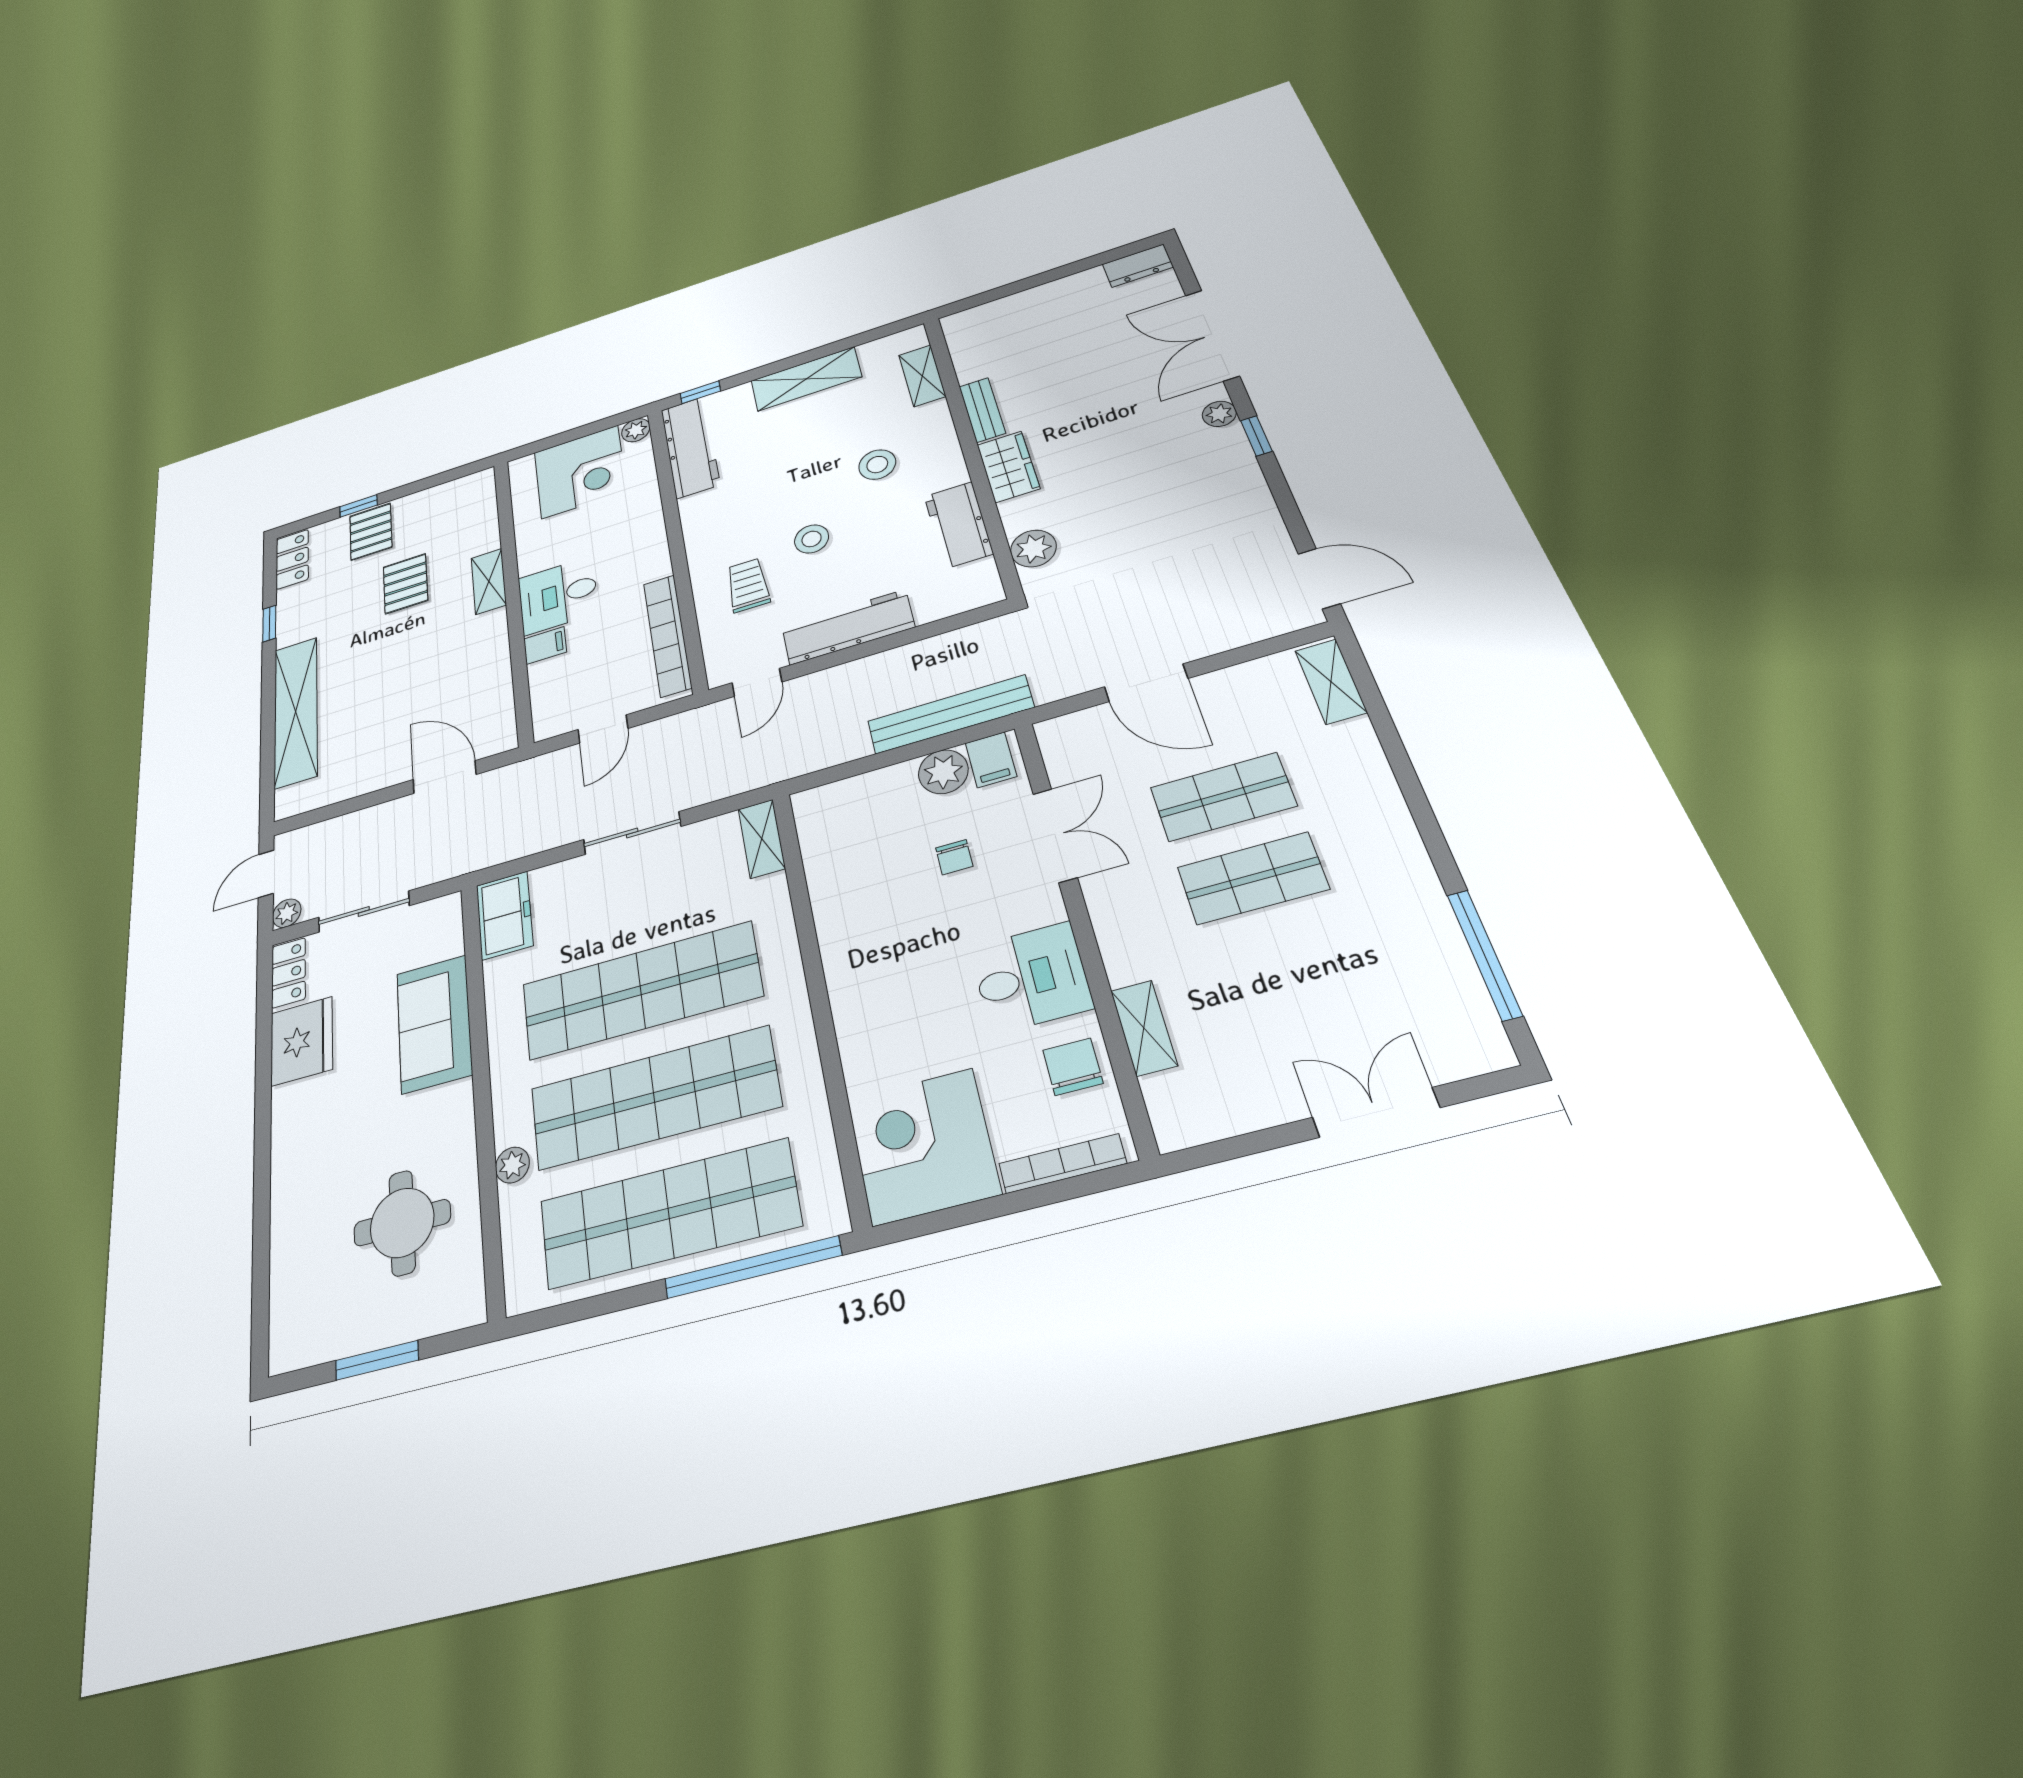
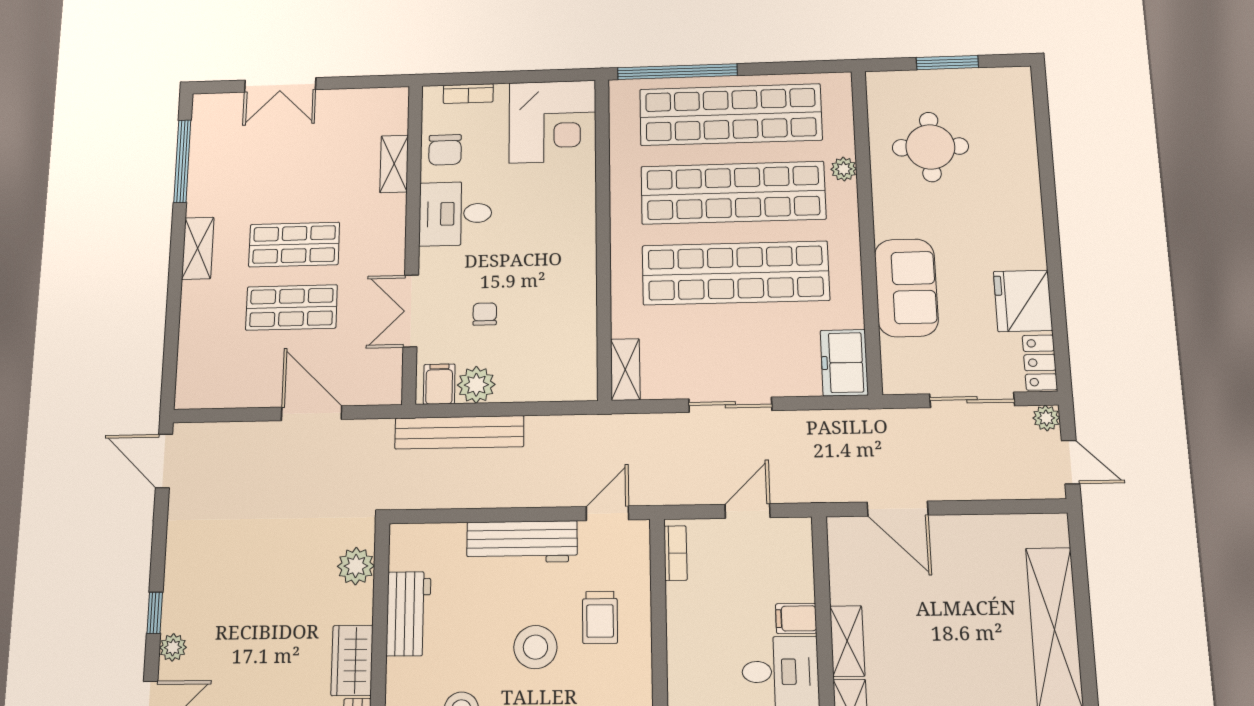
stool: (812, 539) -> (535, 647), width x1.38, depth x1.38
bookcase: (667, 635) -> (675, 553), width x0.43, depth x0.76
shelving: (494, 641) -> (847, 641), added
shelving: (1331, 681) -> (198, 248), moved
door: (266, 874) -> (1071, 462), hinge flipped
bookcase: (1062, 1164) -> (468, 94), width x0.64

